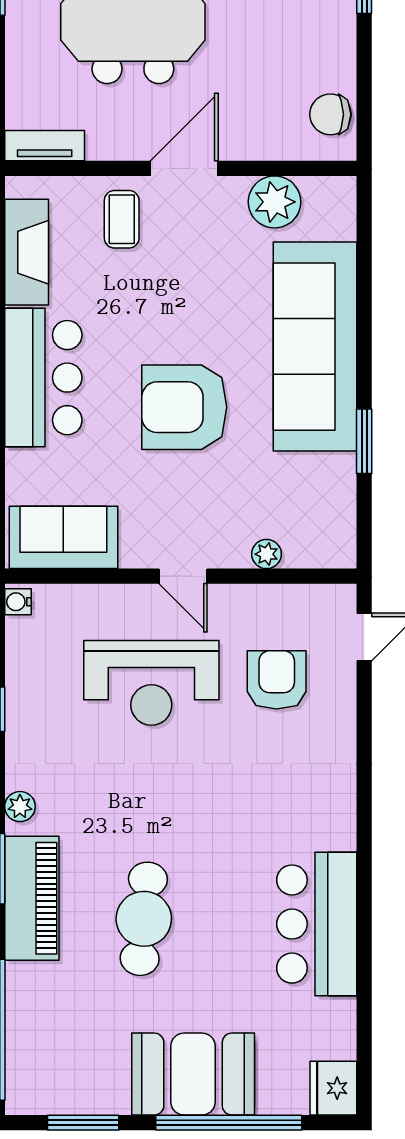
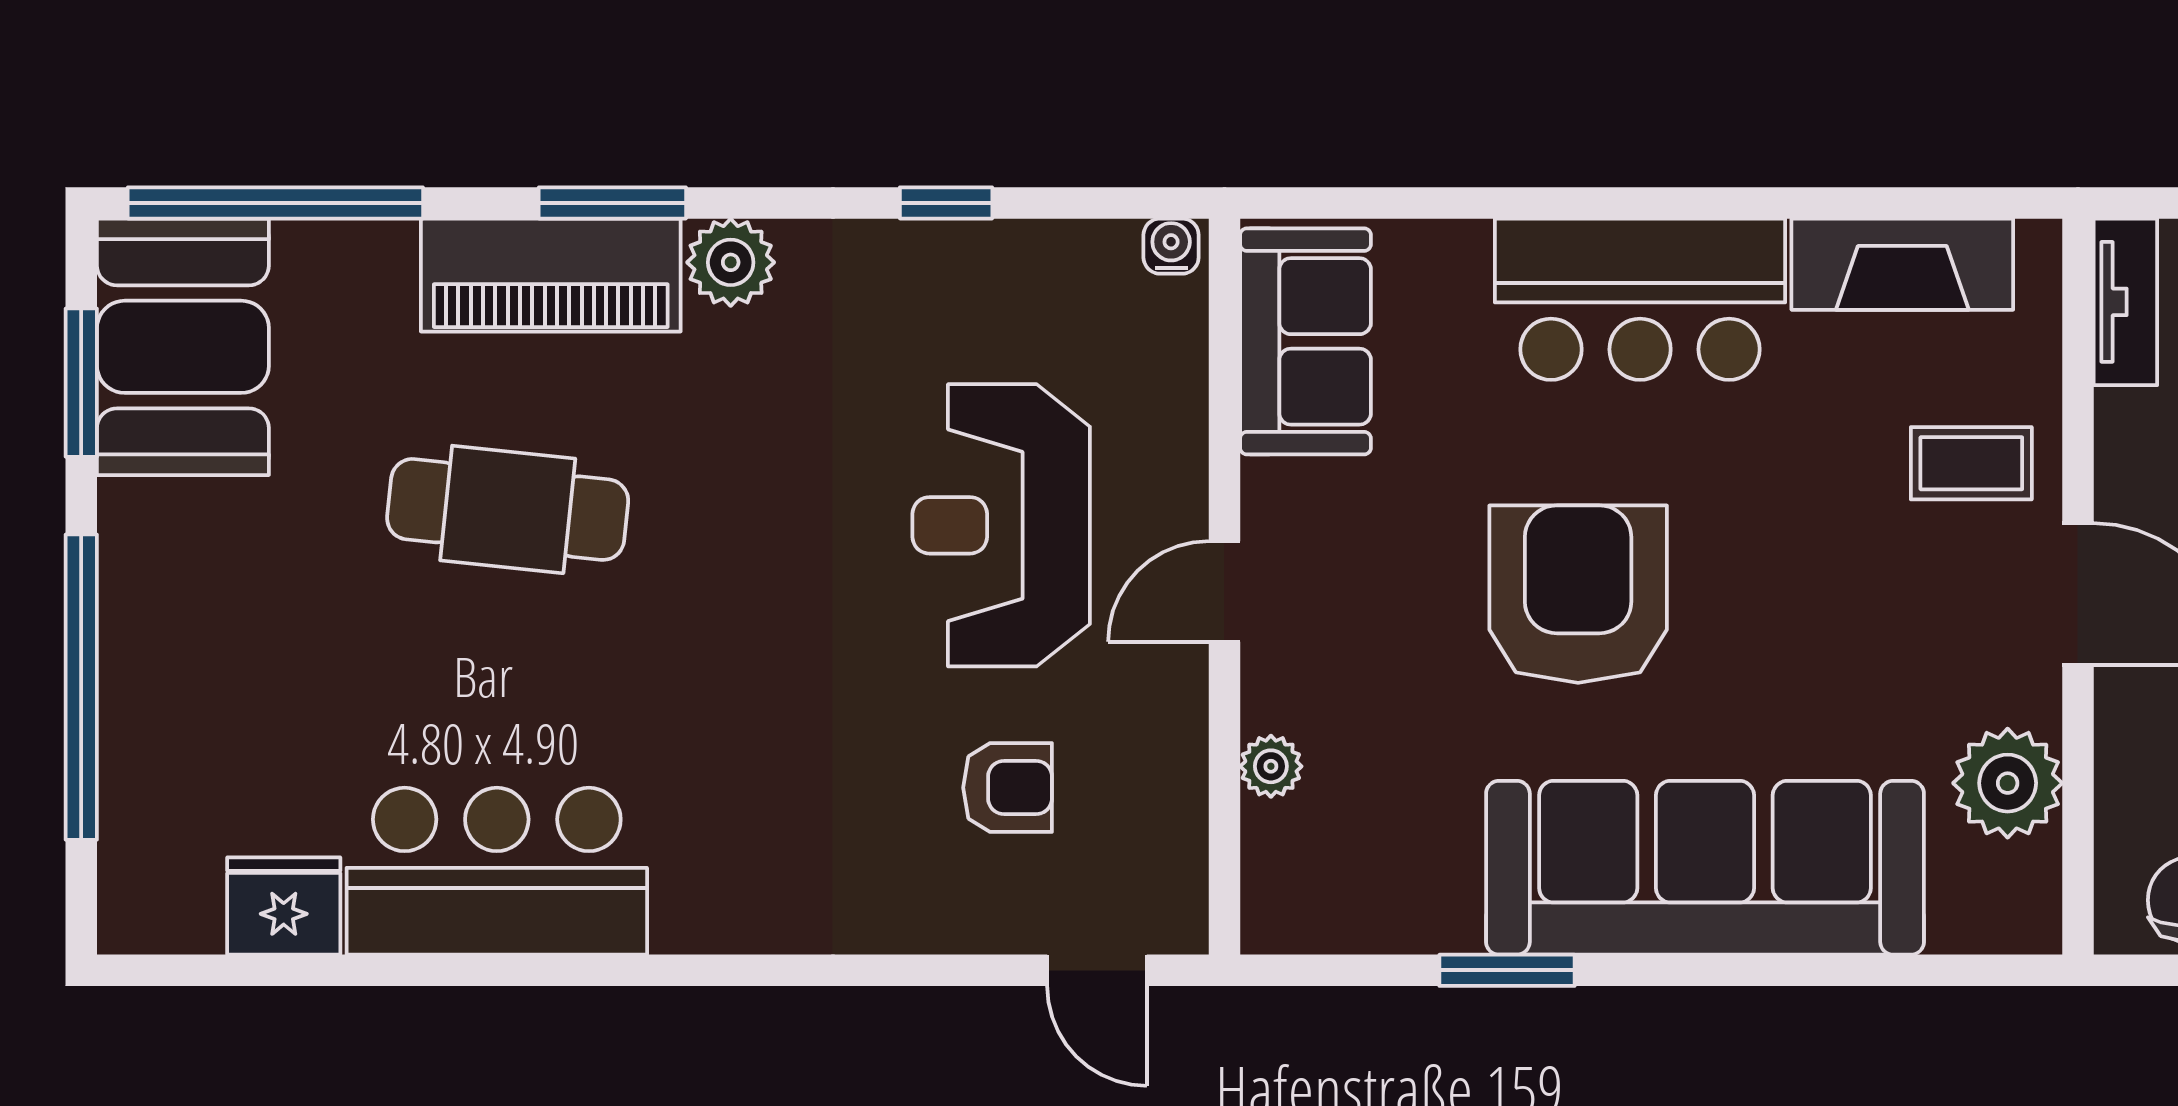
armchair: (277, 680) -> (1008, 788), width x0.72, depth x0.72
plant: (20, 807) -> (731, 262), width x1.38, depth x1.38
booth: (193, 1074) -> (183, 347), moved
fridge: (333, 1088) -> (284, 906), moved

